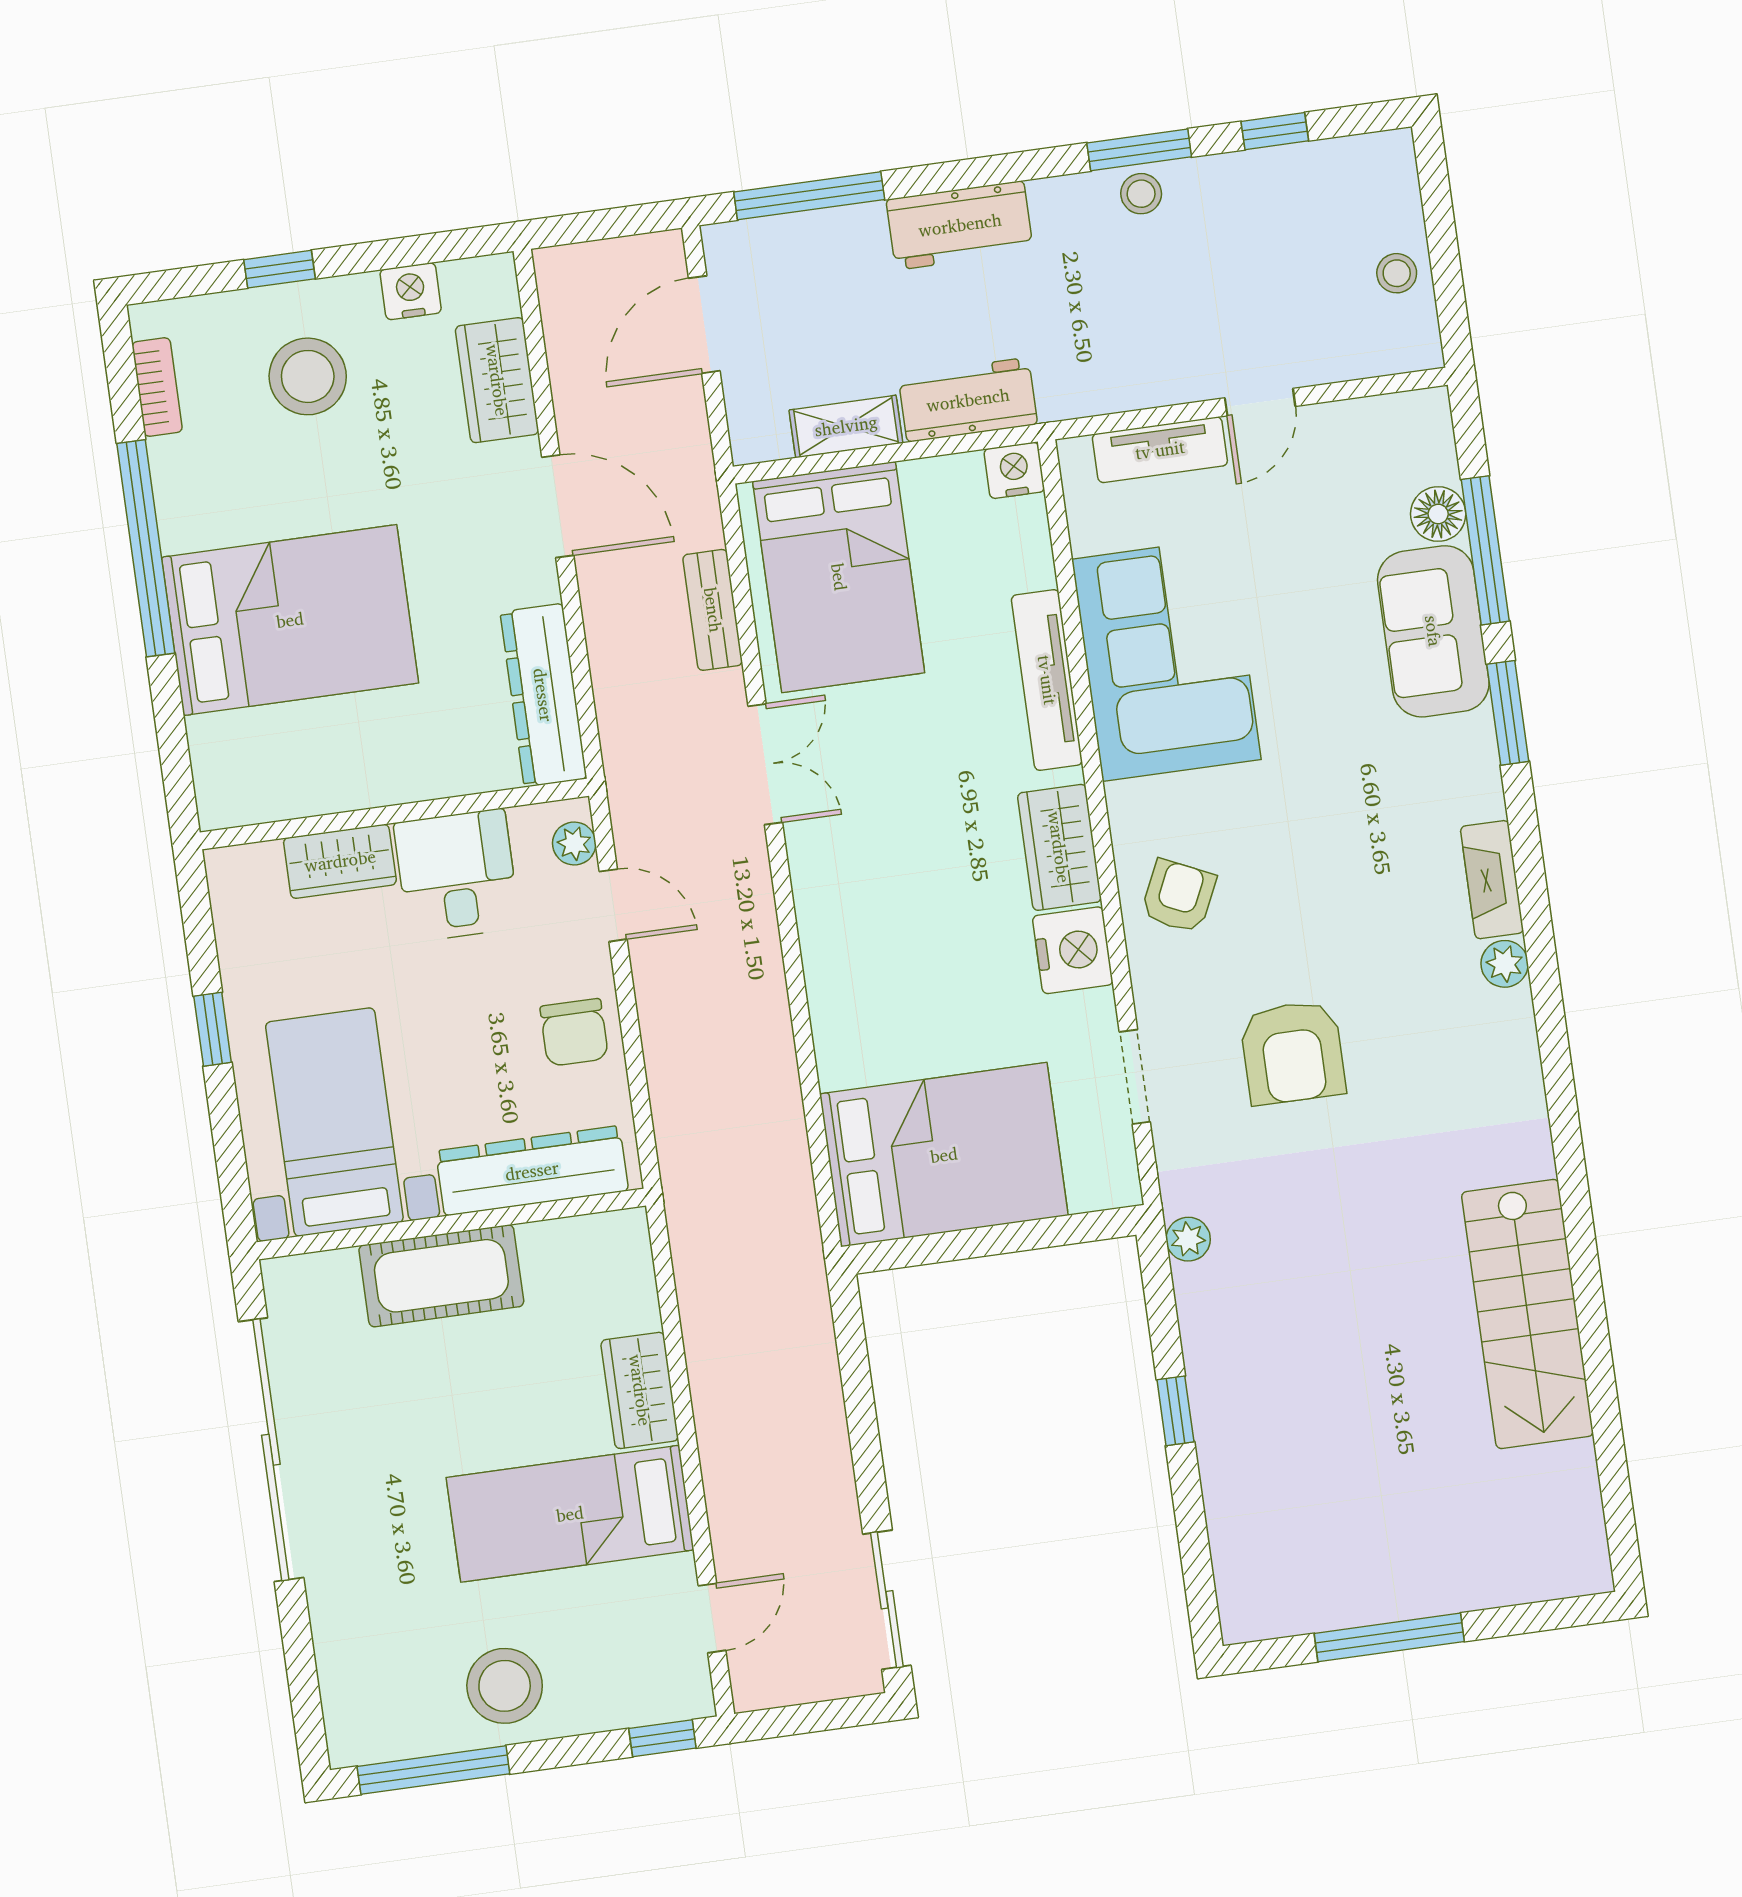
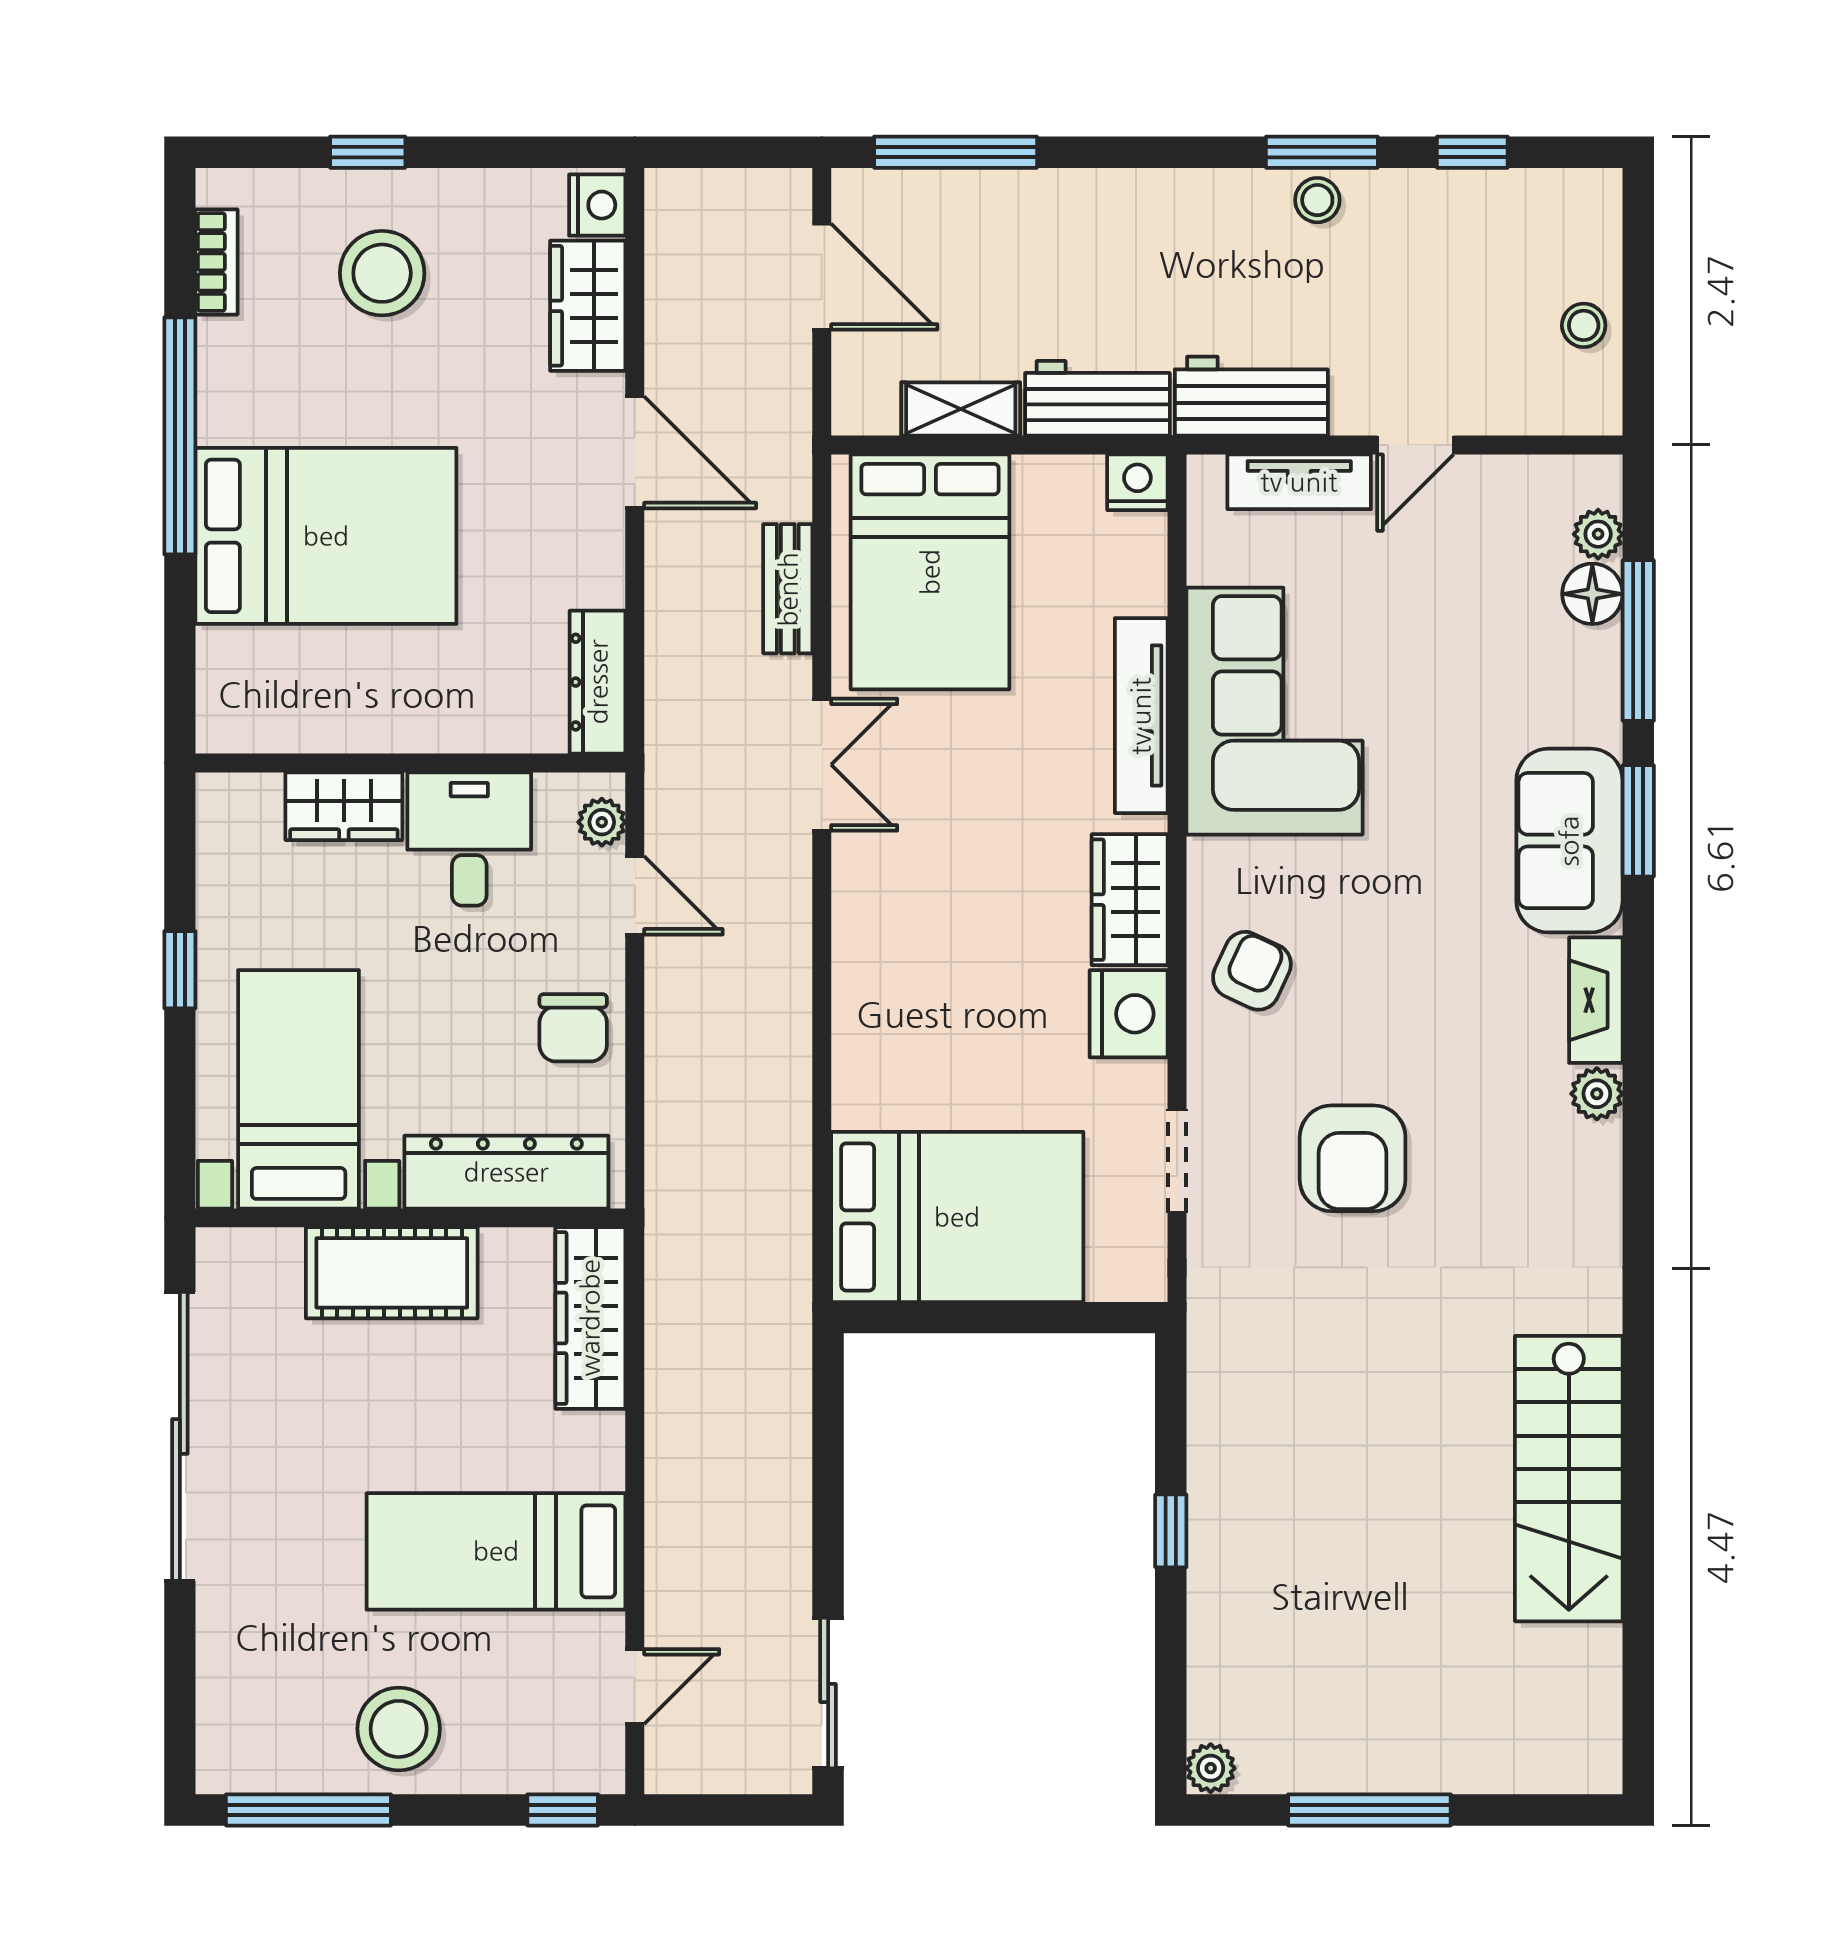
workbench: (960, 225) -> (1251, 396), moved, turned 180
nightstand: (411, 291) -> (597, 205), moved, turned 90
door: (704, 325) -> (822, 277), swing flipped
plant: (1436, 459) -> (1598, 534), added
sofa: (1433, 631) -> (1569, 841), moved
dresser: (543, 695) -> (598, 682), width x0.73, depth x0.80
plant: (1188, 1239) -> (1211, 1768), moved
wardrobe: (640, 1390) -> (590, 1318), moved, width x1.50

